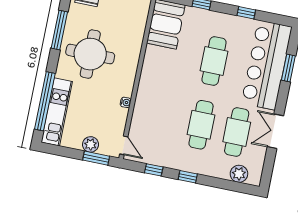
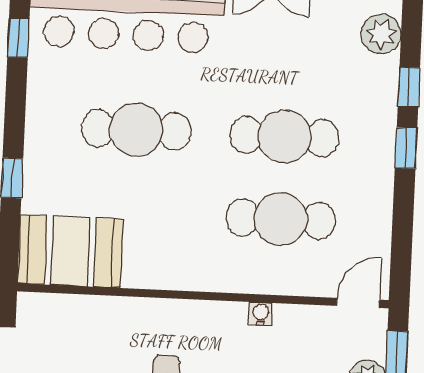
window: (246, 13) -> (18, 38), moved
cafe table: (237, 132) -> (281, 219), moved
window: (154, 170) -> (409, 87), moved

